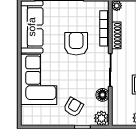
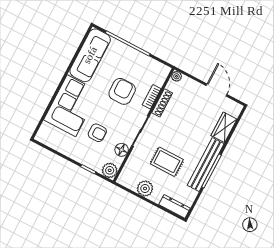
bookcase: (104, 28) -> (152, 97), width x0.64
armchair: (73, 107) -> (97, 133), moved, turned 60

